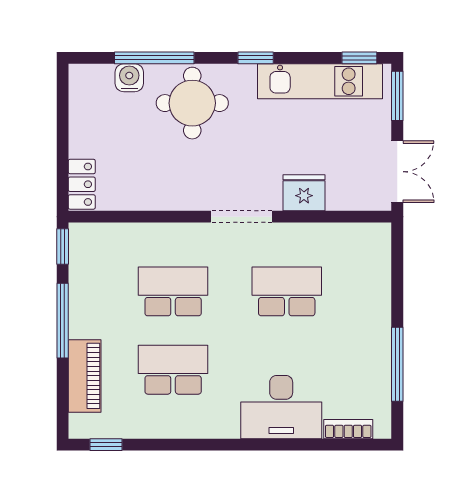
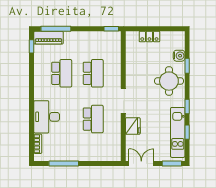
window: (154, 58) -> (187, 66), width x0.46
window: (359, 58) -> (187, 132), moved
double door: (397, 172) -> (141, 164), swing flipped
locker: (82, 184) -> (149, 37), moved
window: (63, 321) -> (56, 29), moved
piano: (85, 376) -> (49, 38), moved

